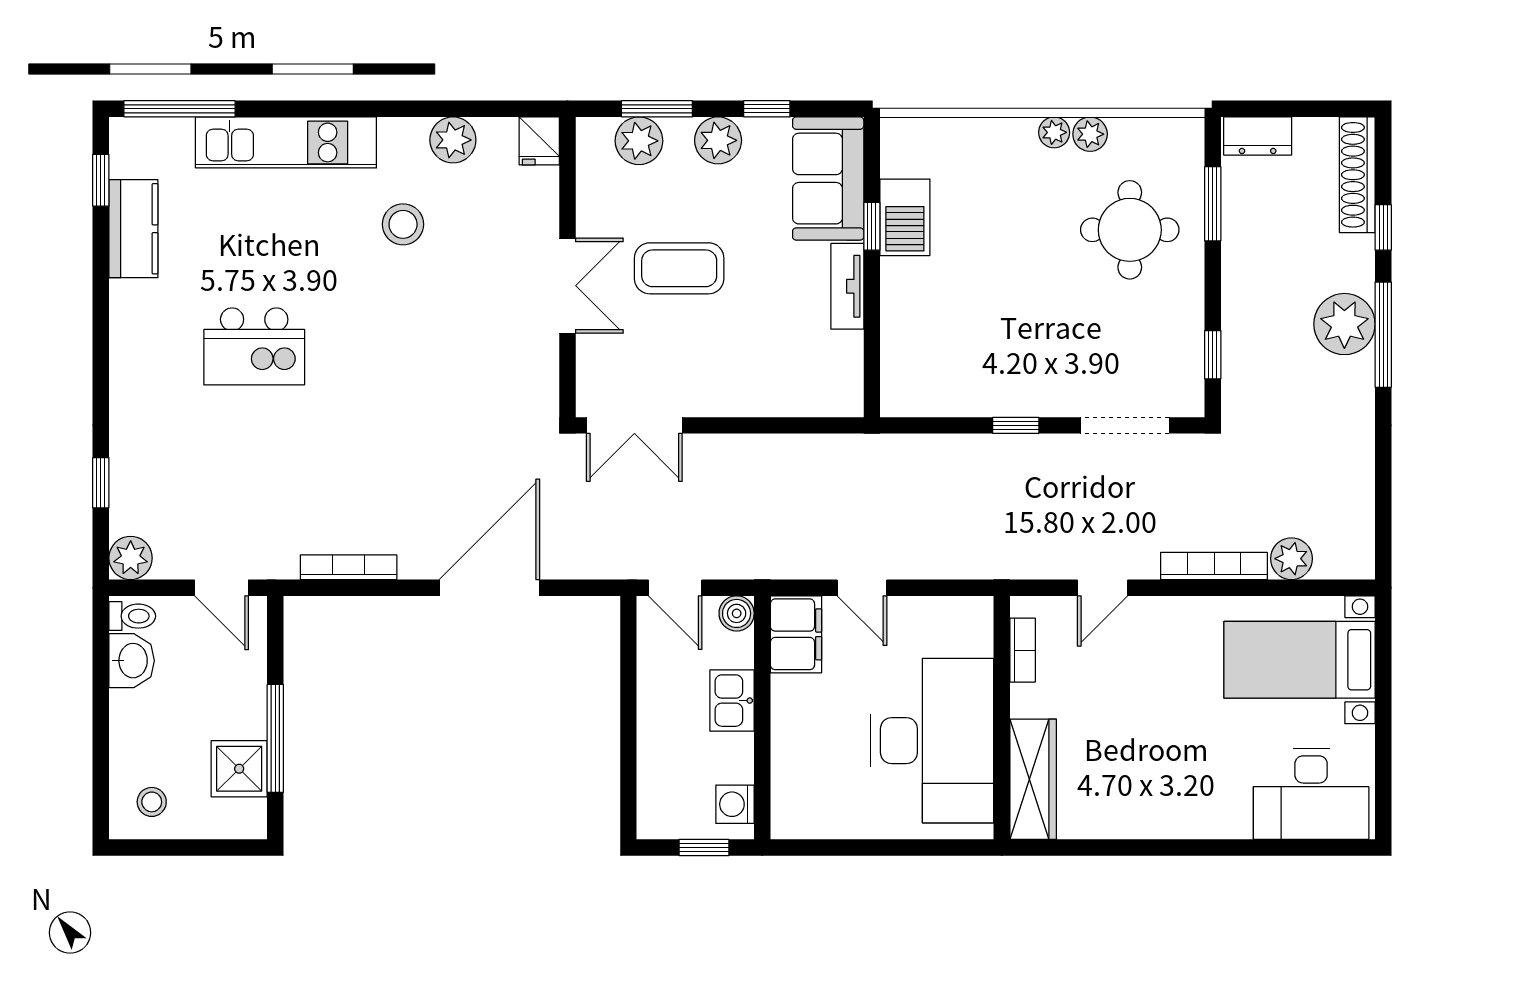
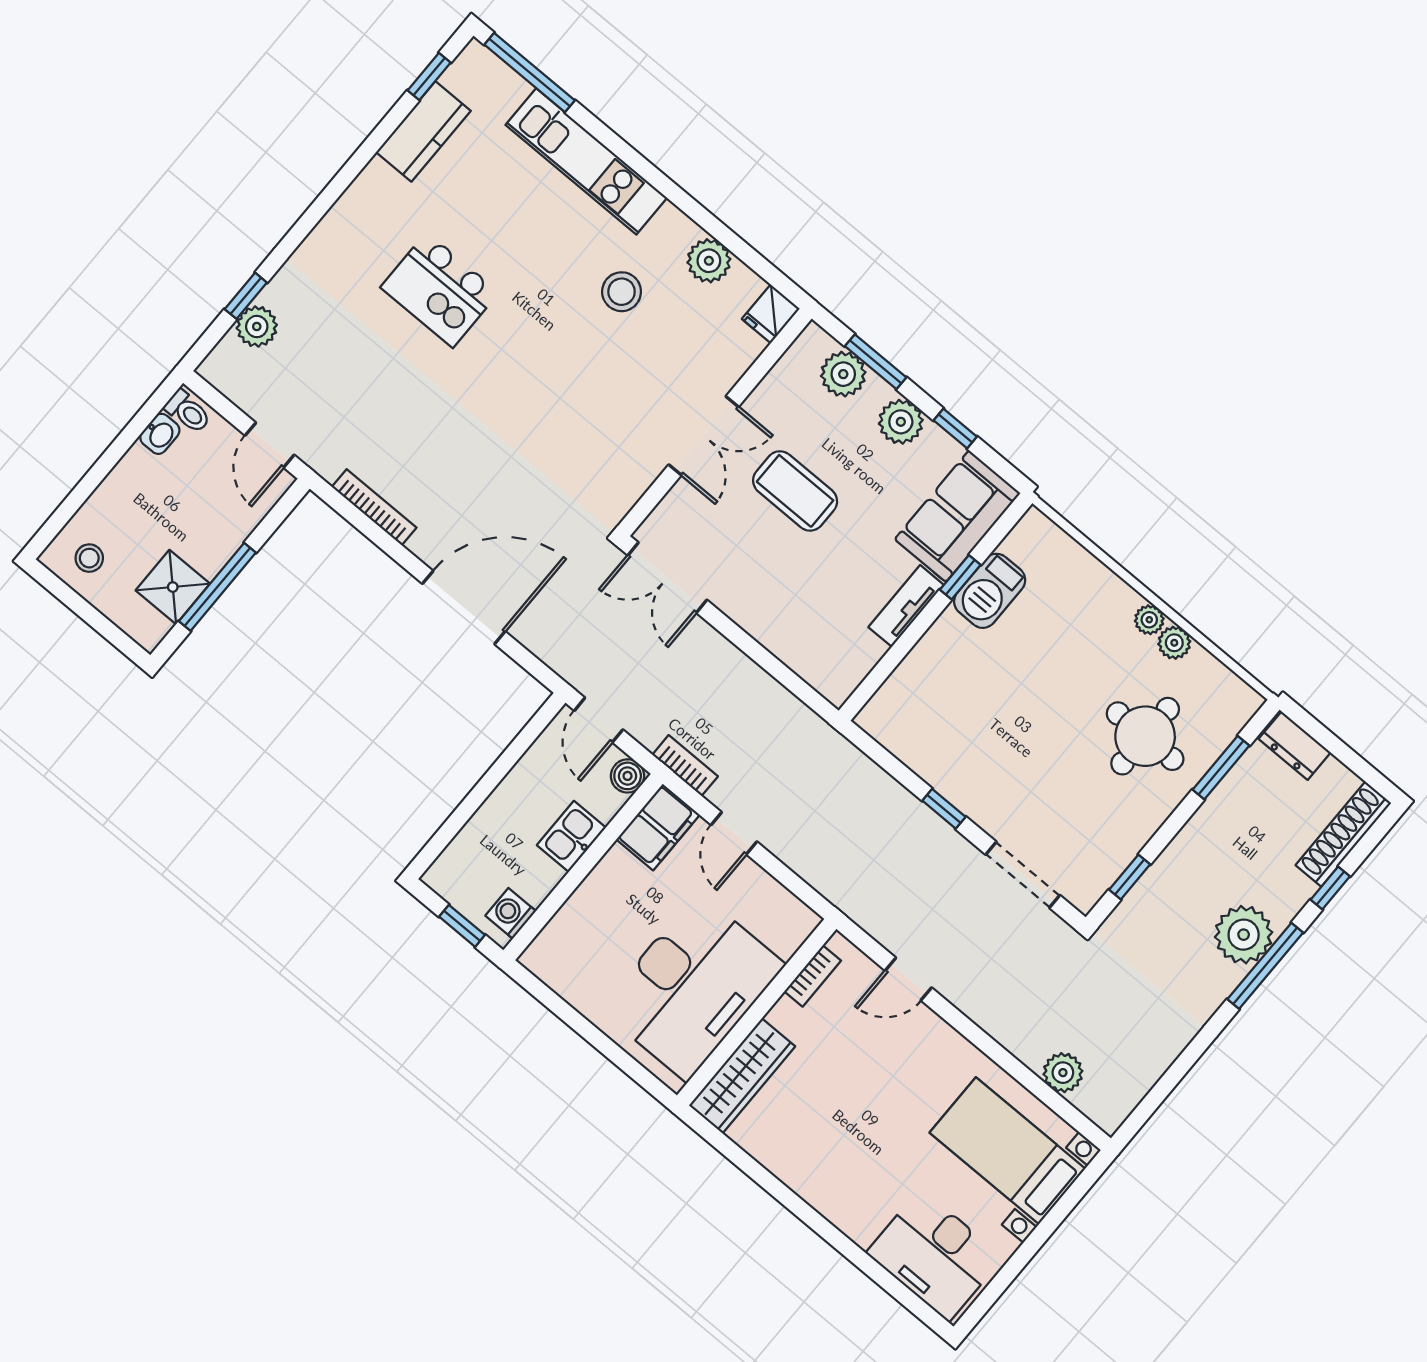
plant: (131, 558) -> (257, 327), moved
bookcase: (1214, 566) -> (685, 766), moved, width x0.64
washbasin: (132, 661) -> (160, 434), width x0.72, depth x0.69

